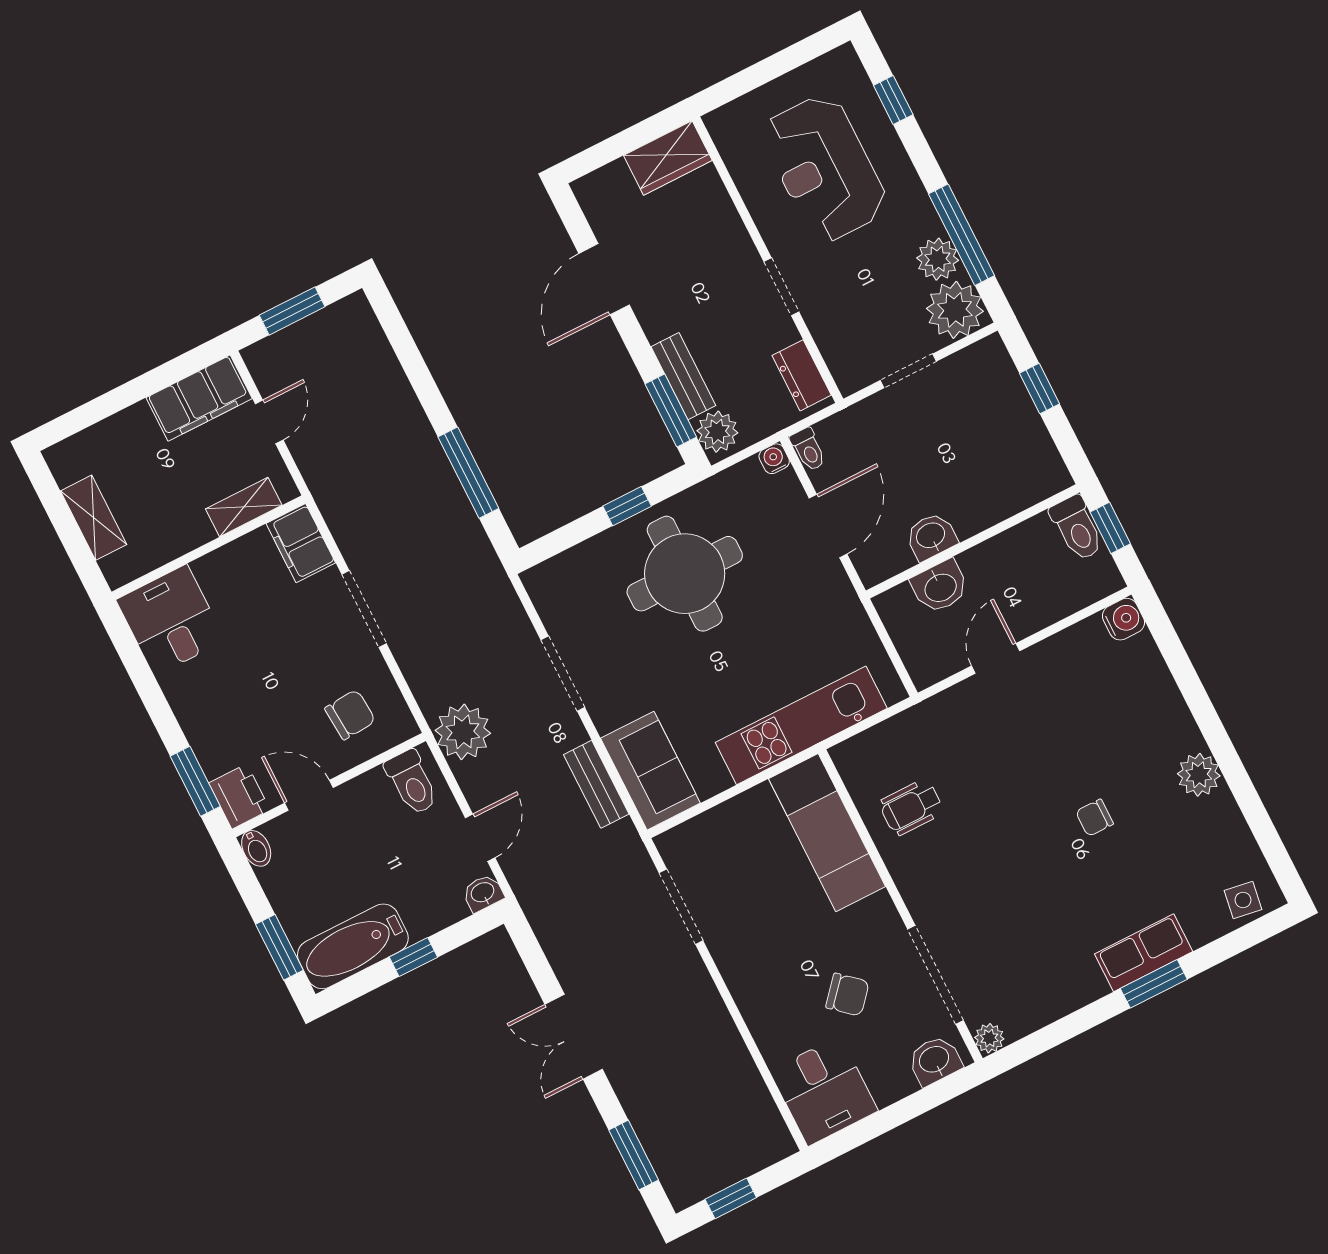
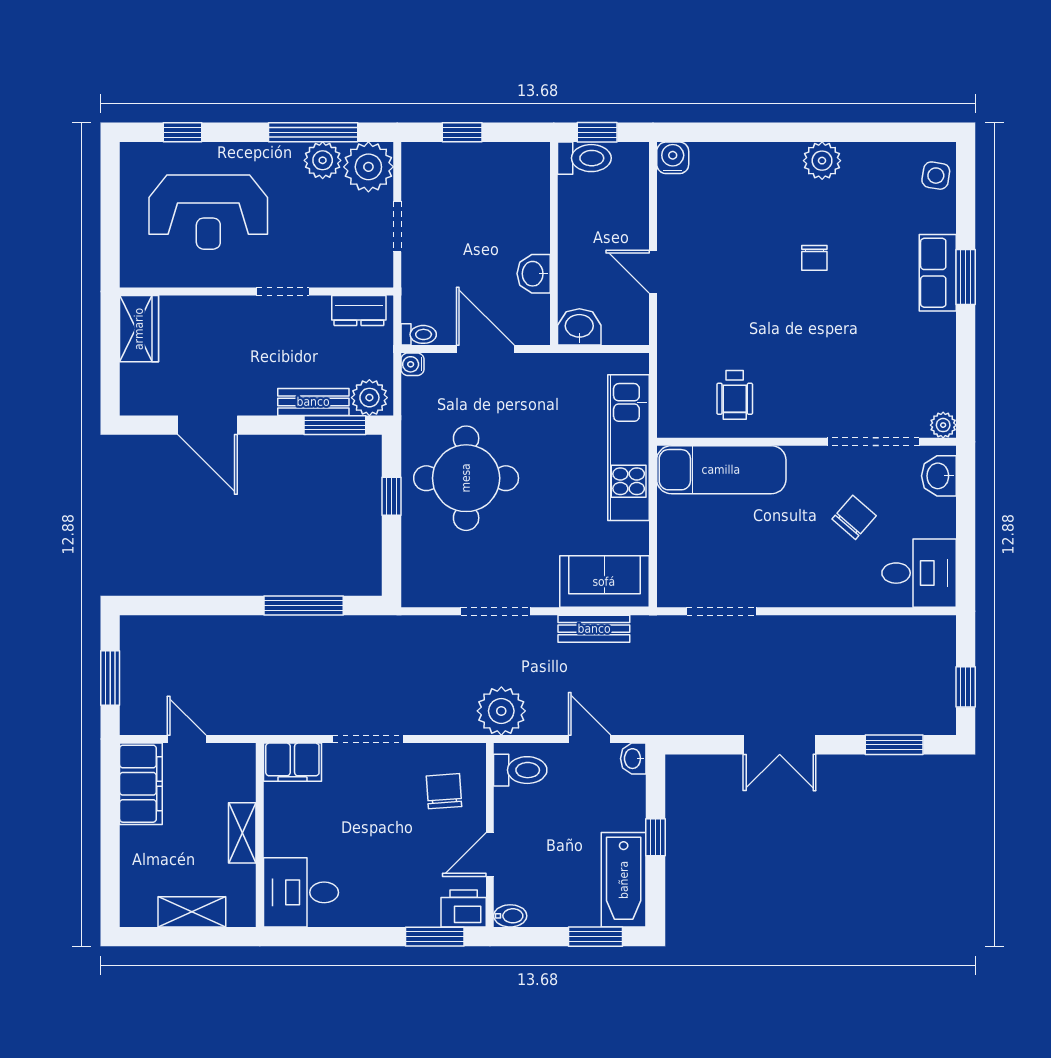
shelving: (244, 507) -> (242, 833), moved
washbasin: (940, 587) -> (579, 327), moved, turned -90

